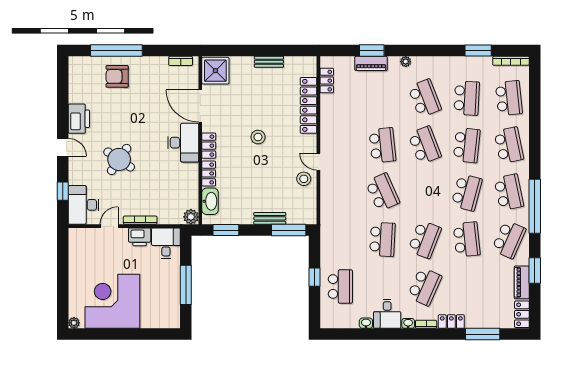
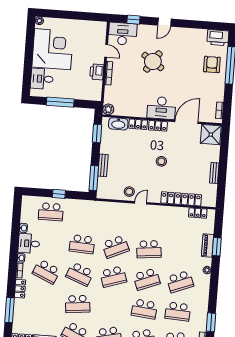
printer: (79, 119) -> (218, 38), moved
school desk: (467, 192) -> (113, 277), moved, turned -33
desk: (166, 243) -> (42, 79), moved, turned 180

